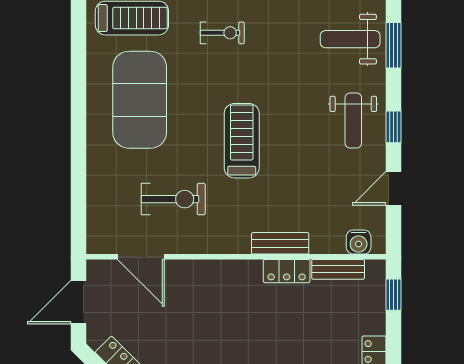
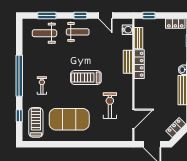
weight bench: (350, 39) -> (44, 33), turned 90
locker: (287, 271) -> (139, 64), width x1.53

